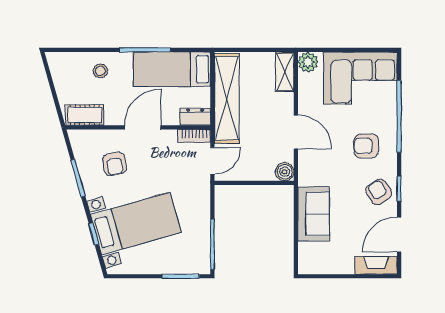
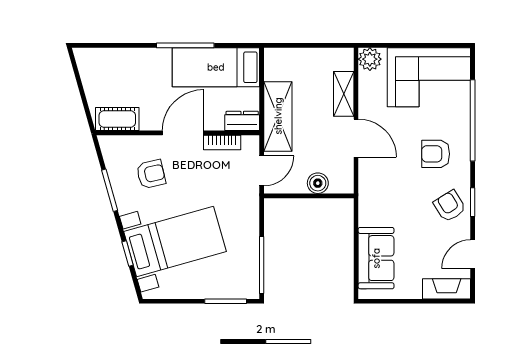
stool: (100, 71) -> (135, 69), removed
shelving: (285, 72) -> (344, 94), moved
shelving: (227, 98) -> (278, 116), width x0.68
bookcase: (194, 136) -> (222, 143), moved
armchair: (114, 164) -> (151, 174), turned -92
boiler: (285, 172) -> (318, 183), moved
sofa: (314, 214) -> (376, 258), moved
door: (399, 235) -> (473, 254), width x0.73

